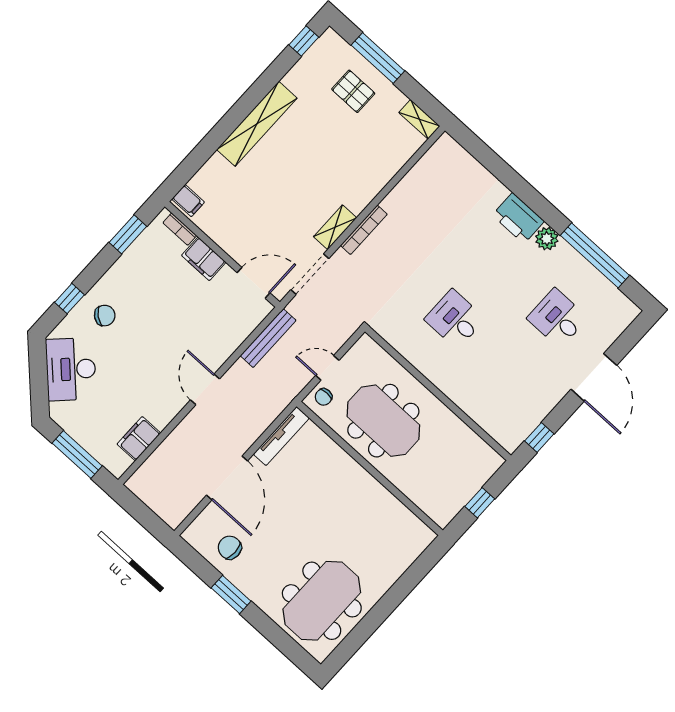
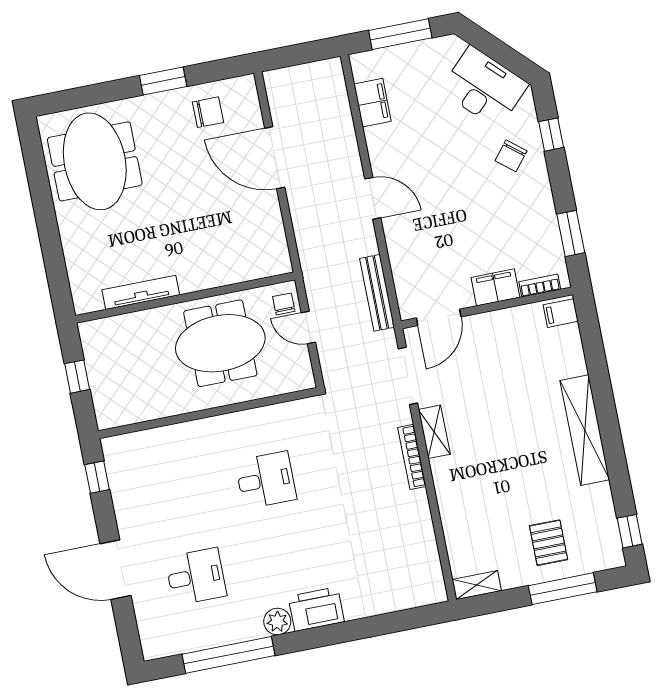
pallet: (353, 91) -> (549, 543), turned 90
door: (327, 368) -> (308, 327), swing flipped
tv unit: (281, 436) -> (141, 292), moved, turned 90

